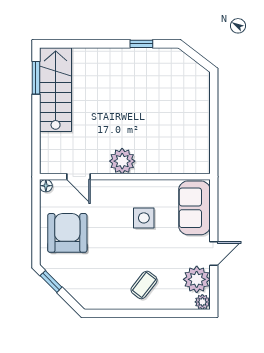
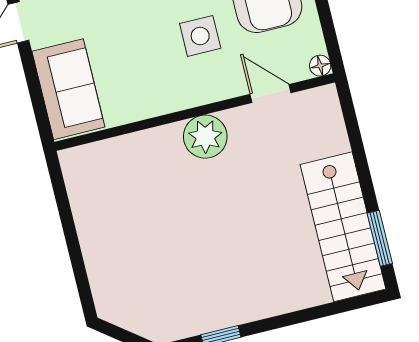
side table: (144, 218) -> (200, 36), moved

